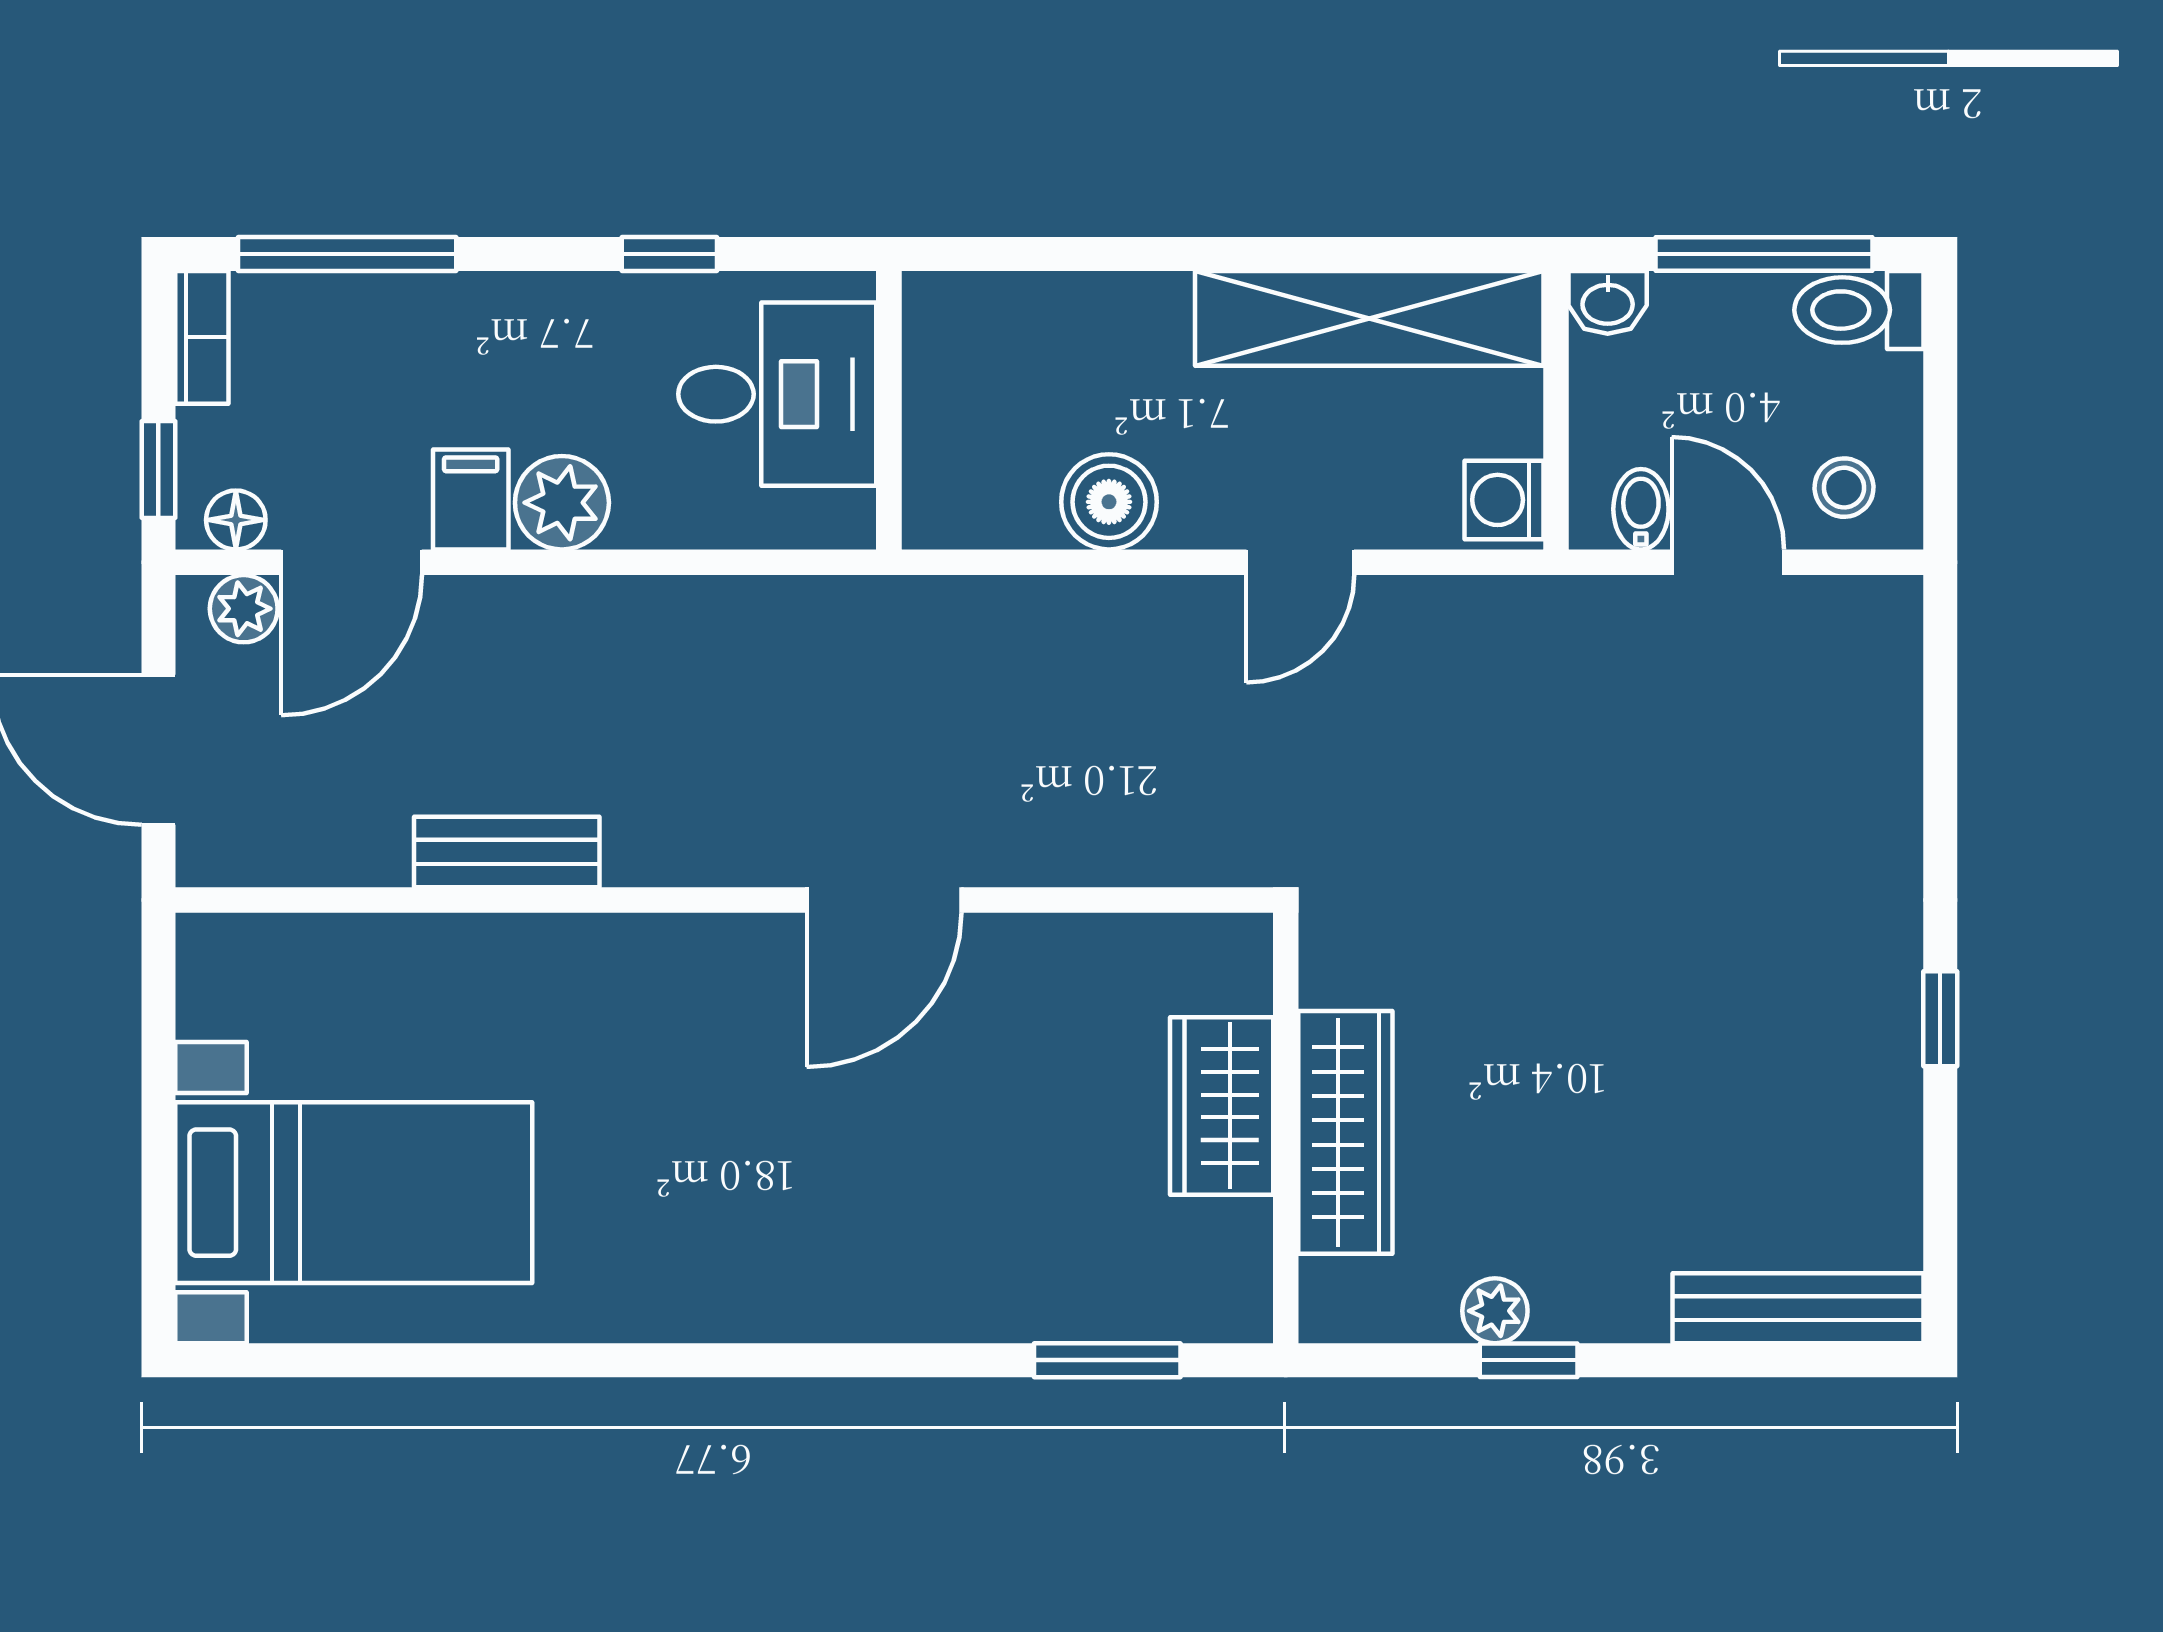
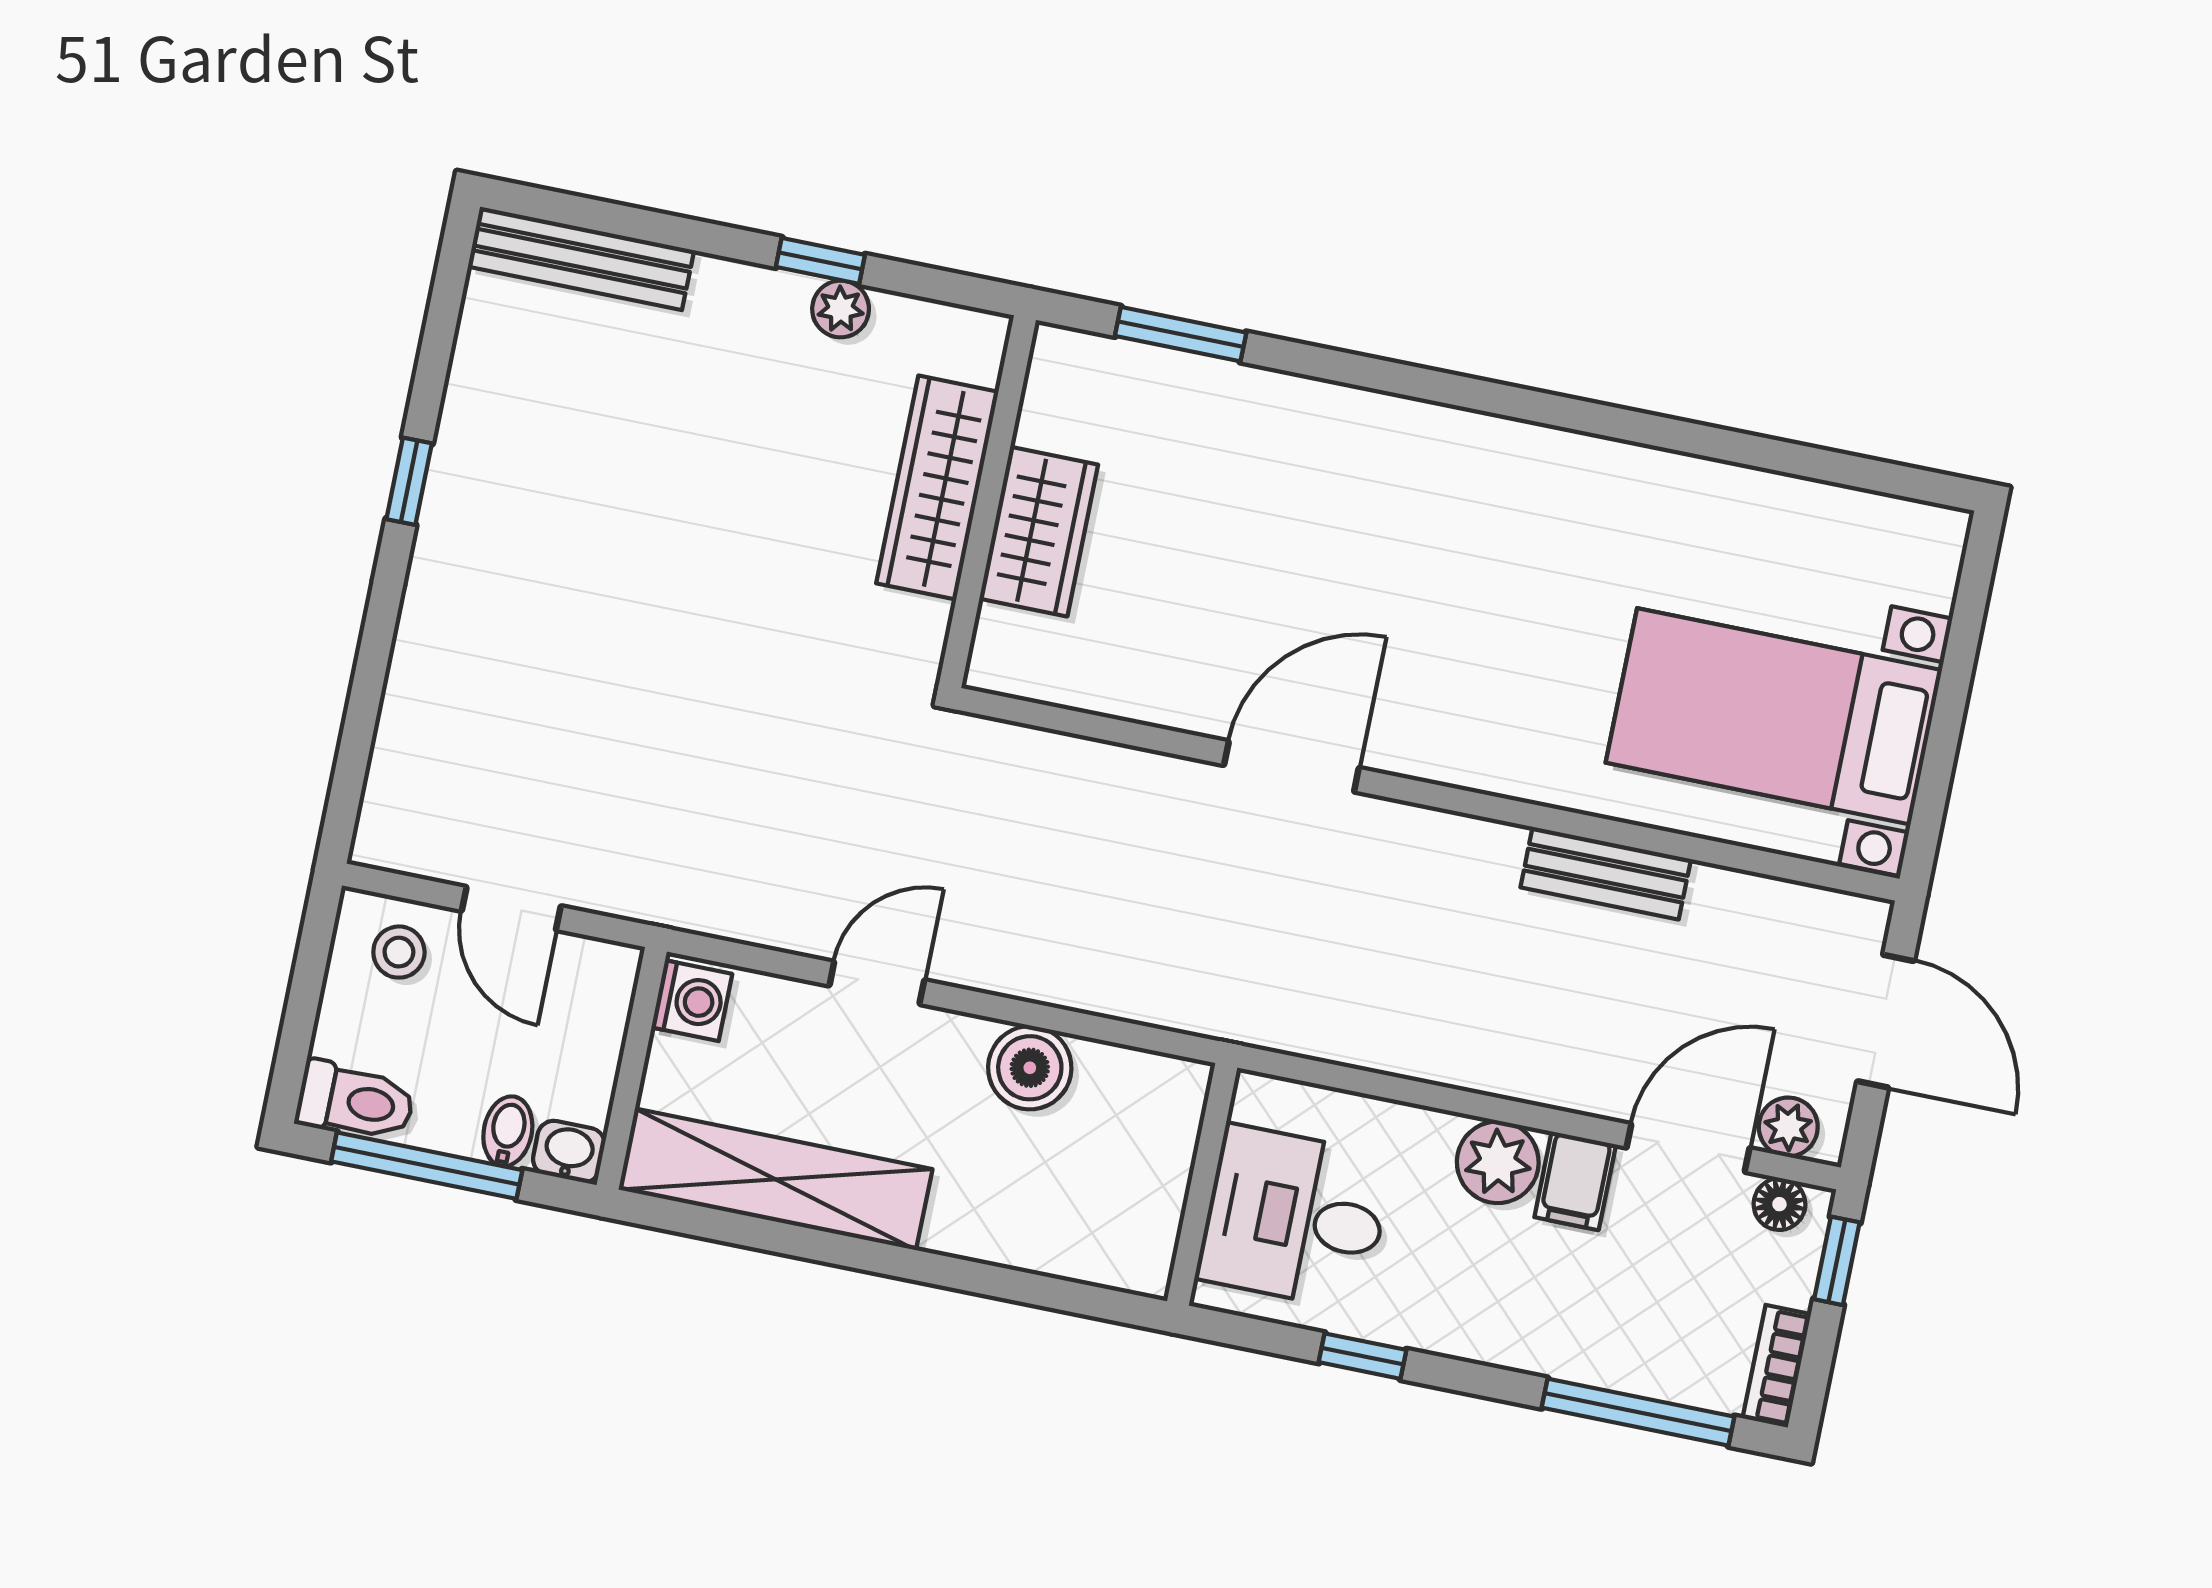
bidet: (1641, 509) -> (508, 1131), moved, turned 180
bed with nightstands: (354, 1193) -> (1774, 716), moved

